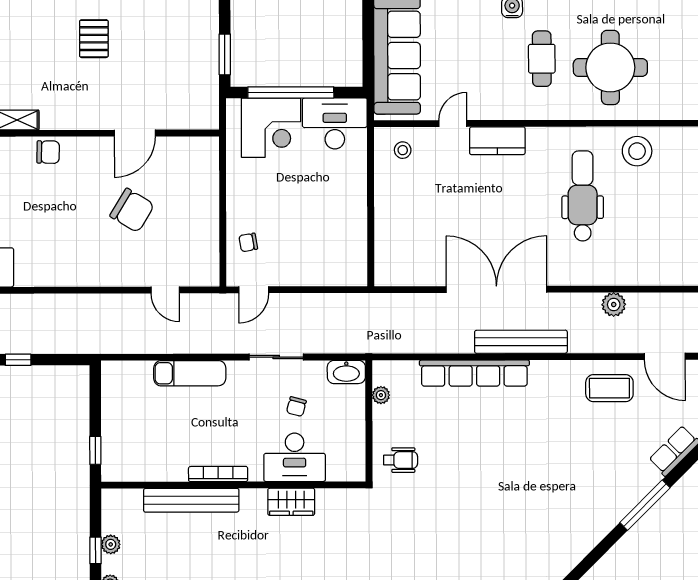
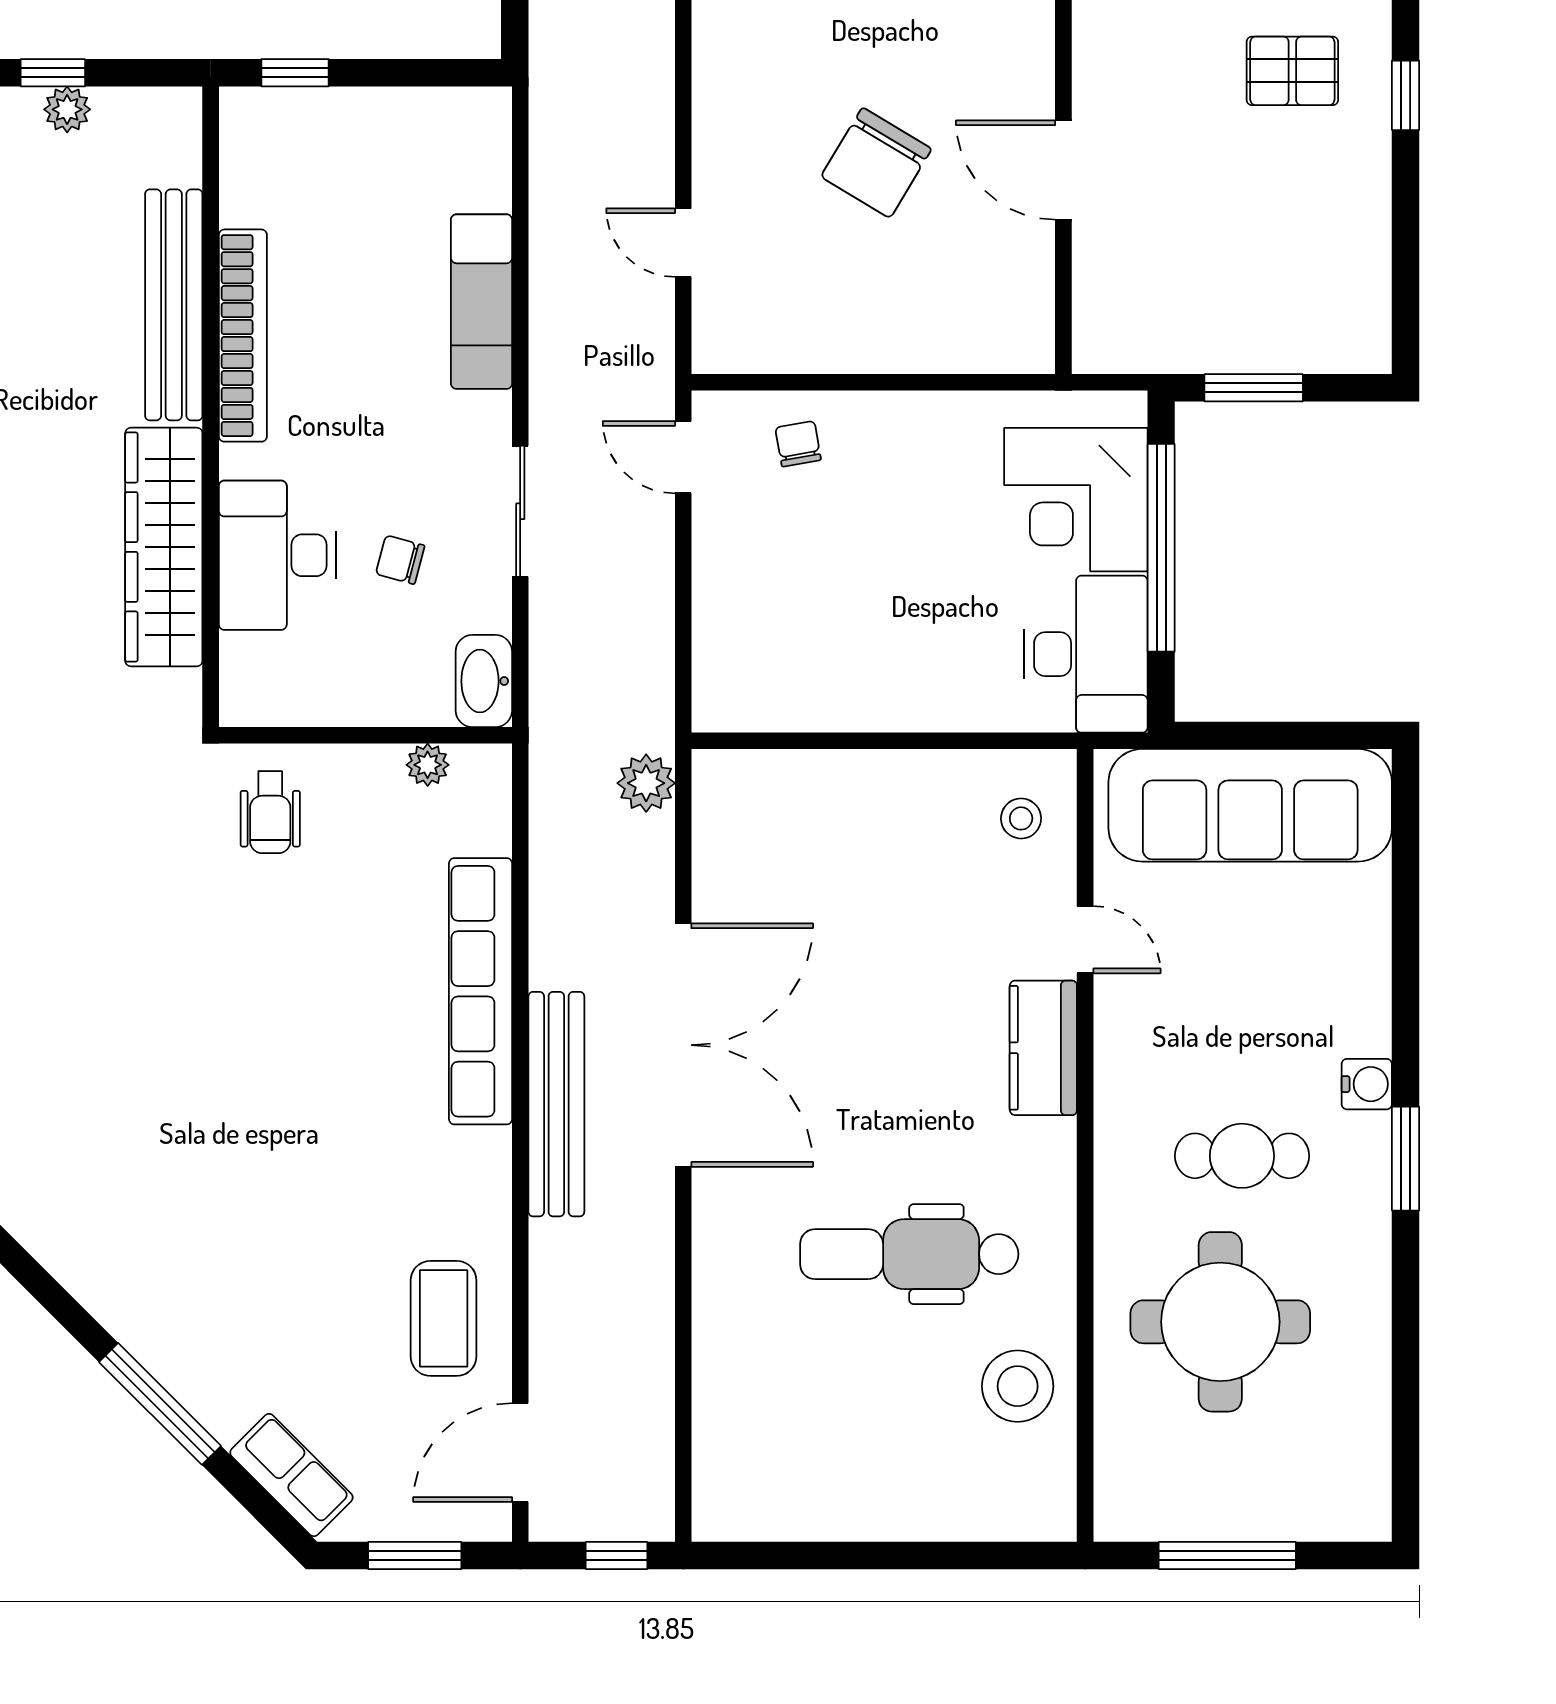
dental chair: (583, 196) -> (909, 1254), turned 180
door: (165, 290) -> (683, 243), hinge flipped
plant: (614, 305) -> (646, 783), moved
bookcase: (218, 474) -> (243, 336), width x1.48, depth x1.31
wardrobe: (291, 502) -> (164, 547), width x2.10, depth x1.17

